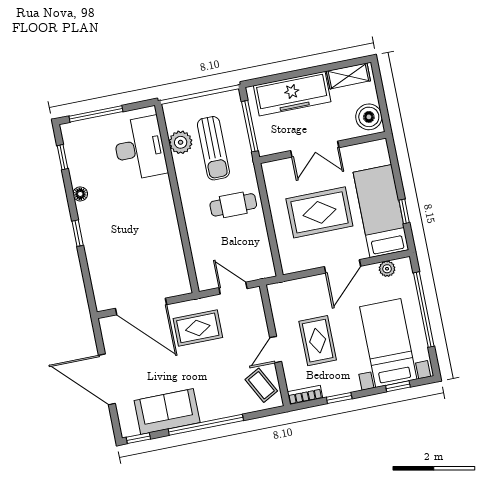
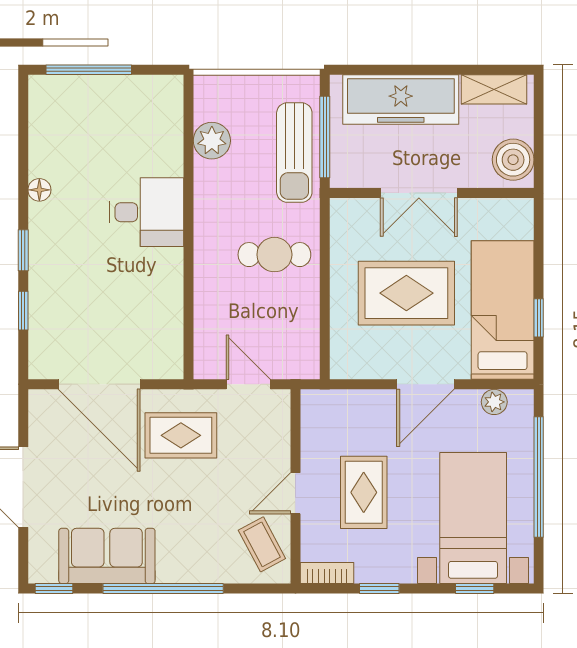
desk: (140, 148) -> (146, 212), moved, width x0.73
sun lounger: (213, 148) -> (294, 153), moved
window: (62, 157) -> (23, 311), moved

